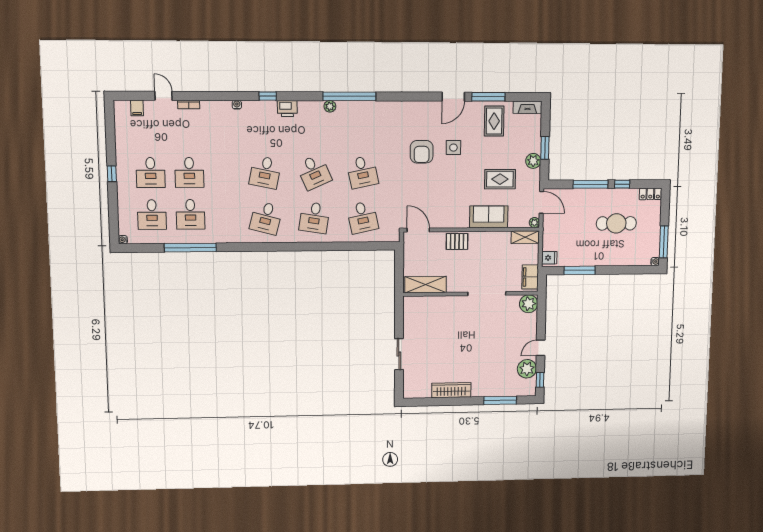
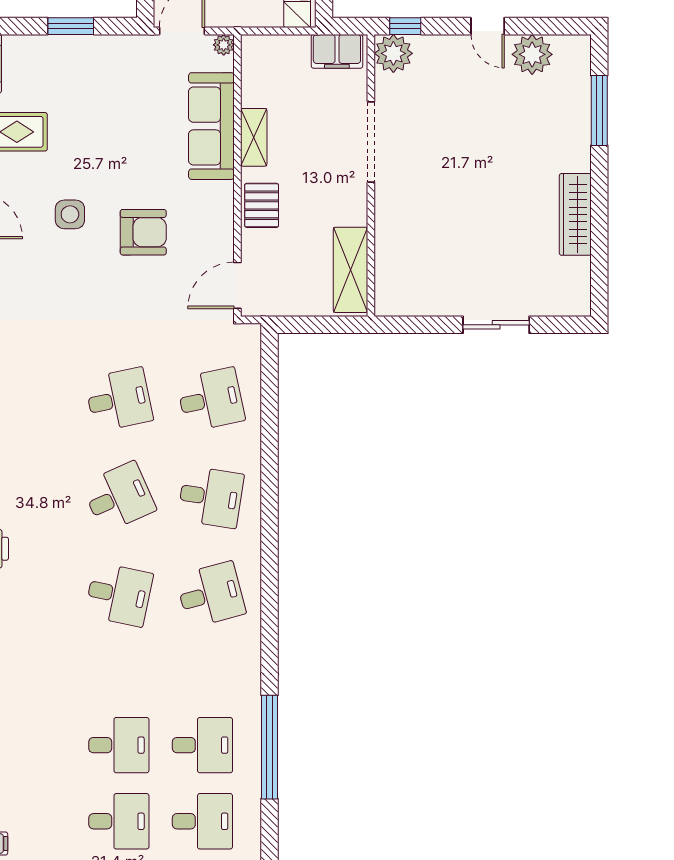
armchair: (422, 152) -> (143, 232), moved
plant: (533, 161) -> (97, 50), removed
rug: (500, 179) -> (134, 118), removed
sofa: (489, 217) -> (211, 126), width x1.36
desk: (266, 218) -> (211, 595), turned -30
shelving: (525, 237) -> (254, 137), moved
window: (540, 380) -> (405, 26), moved

